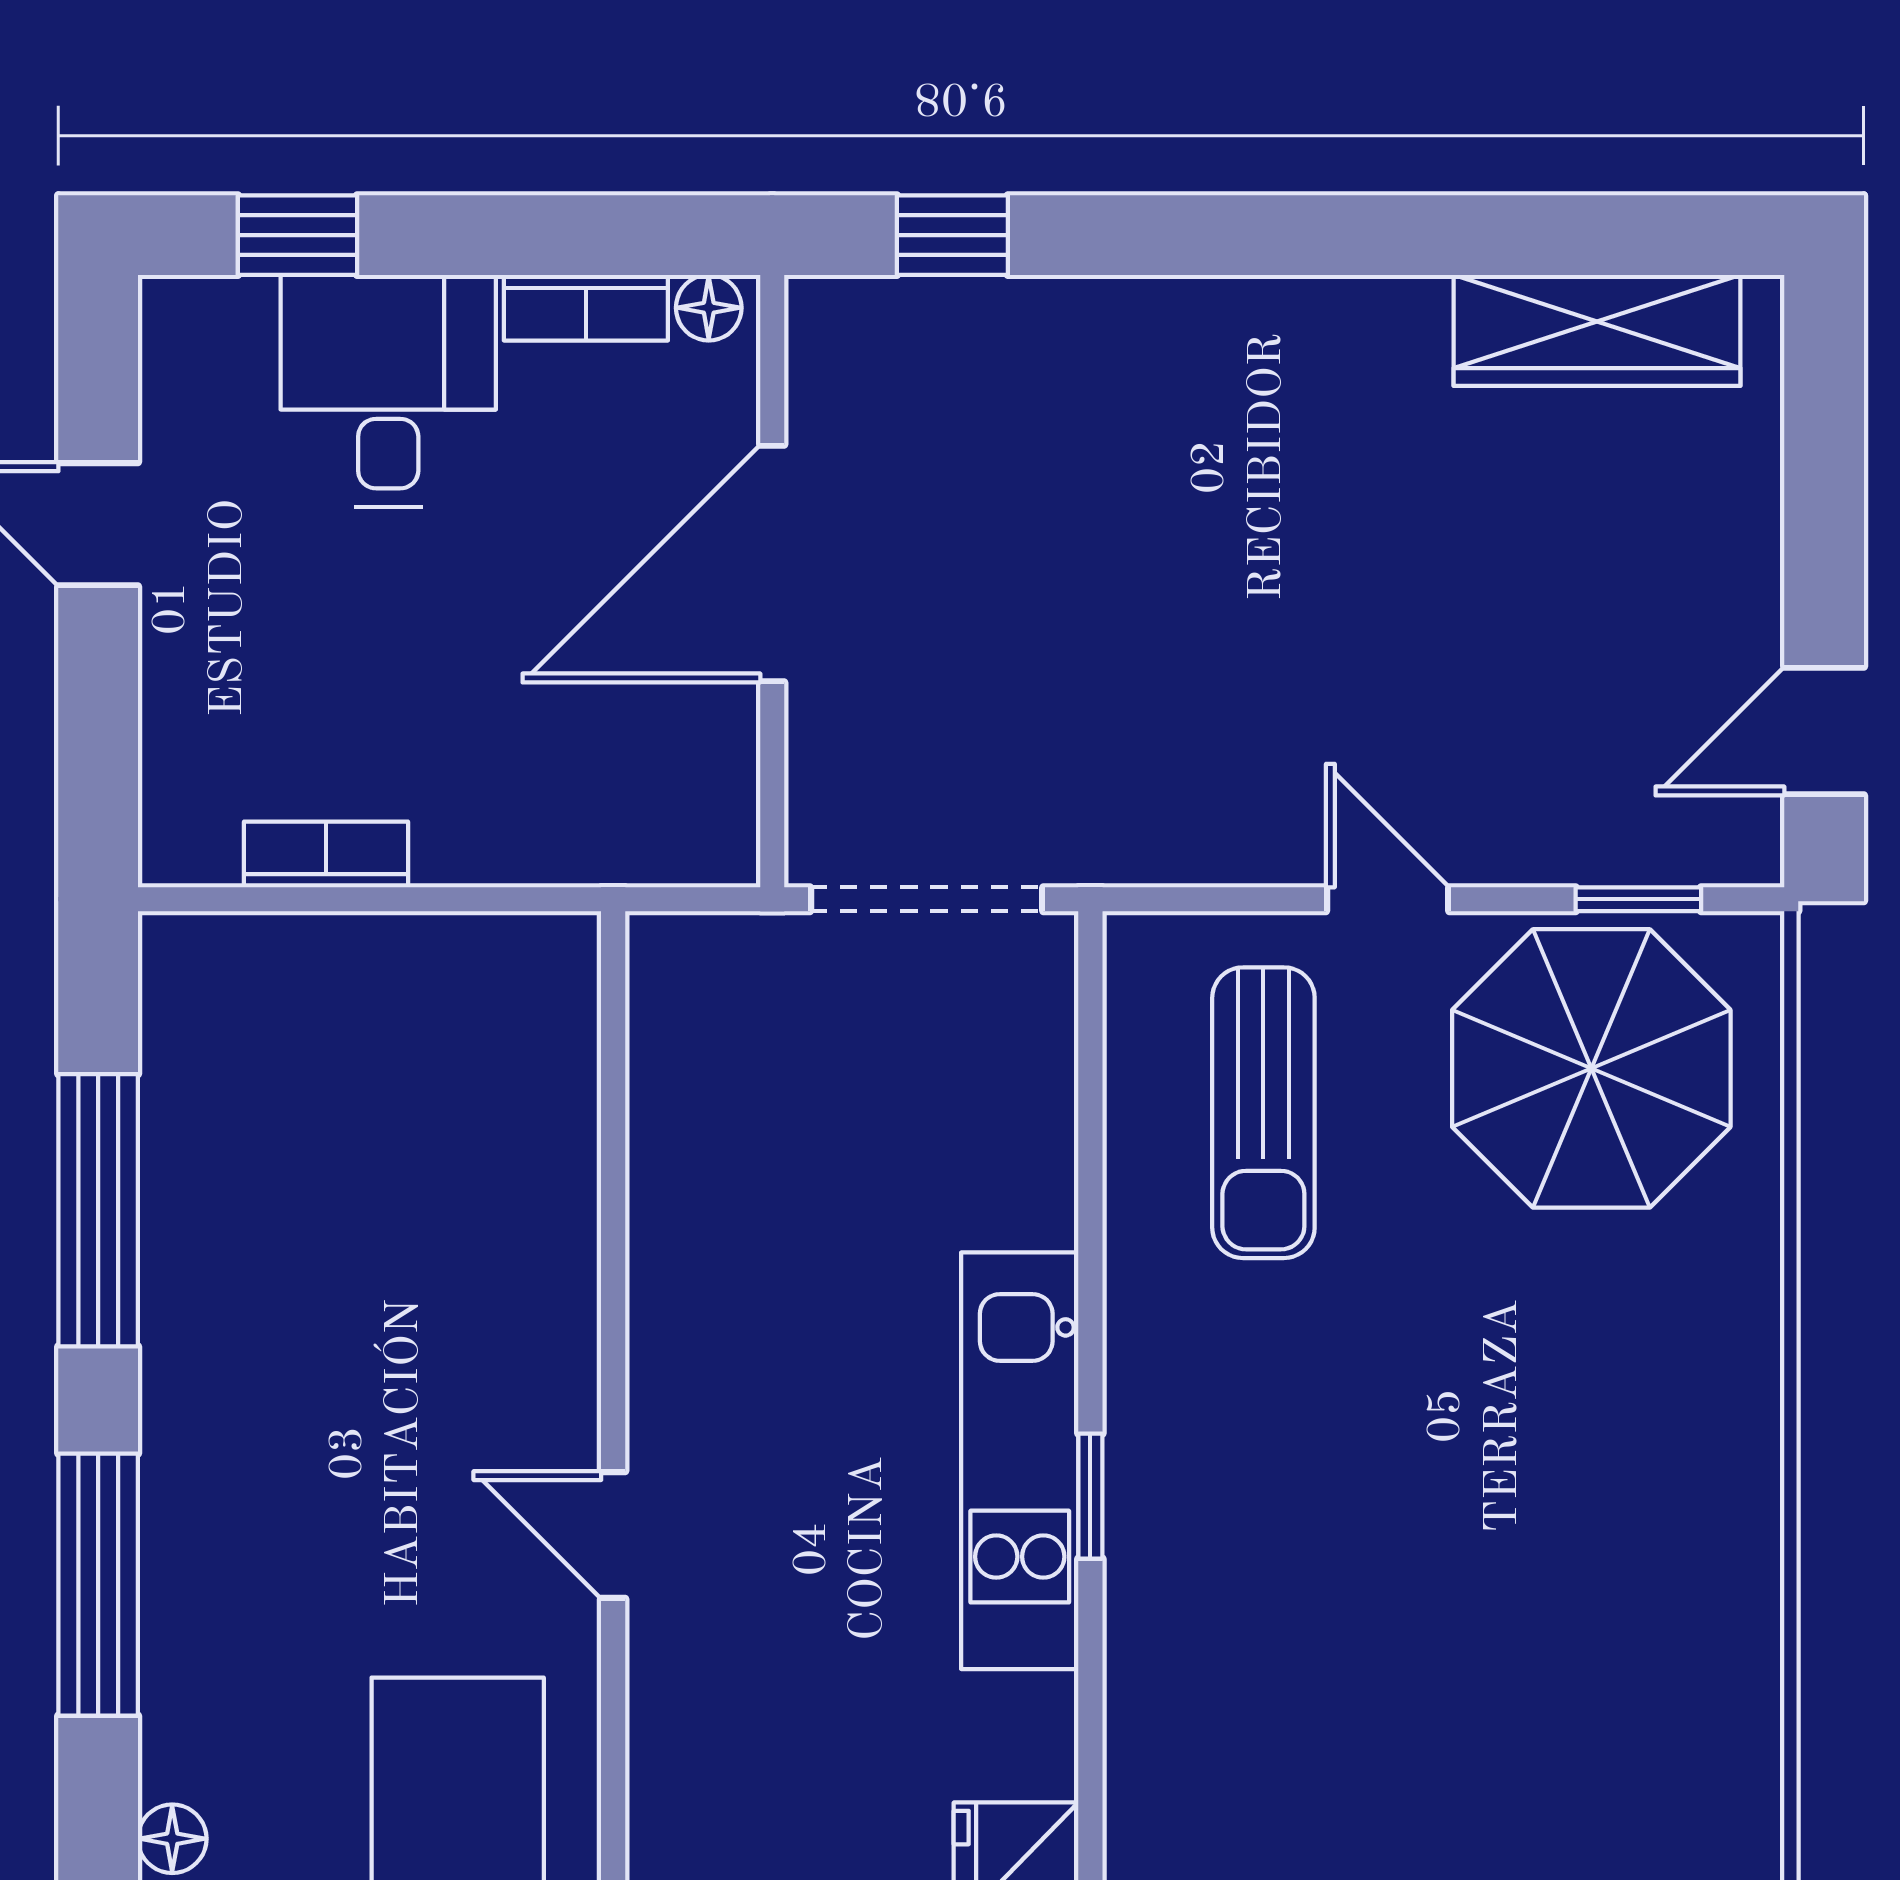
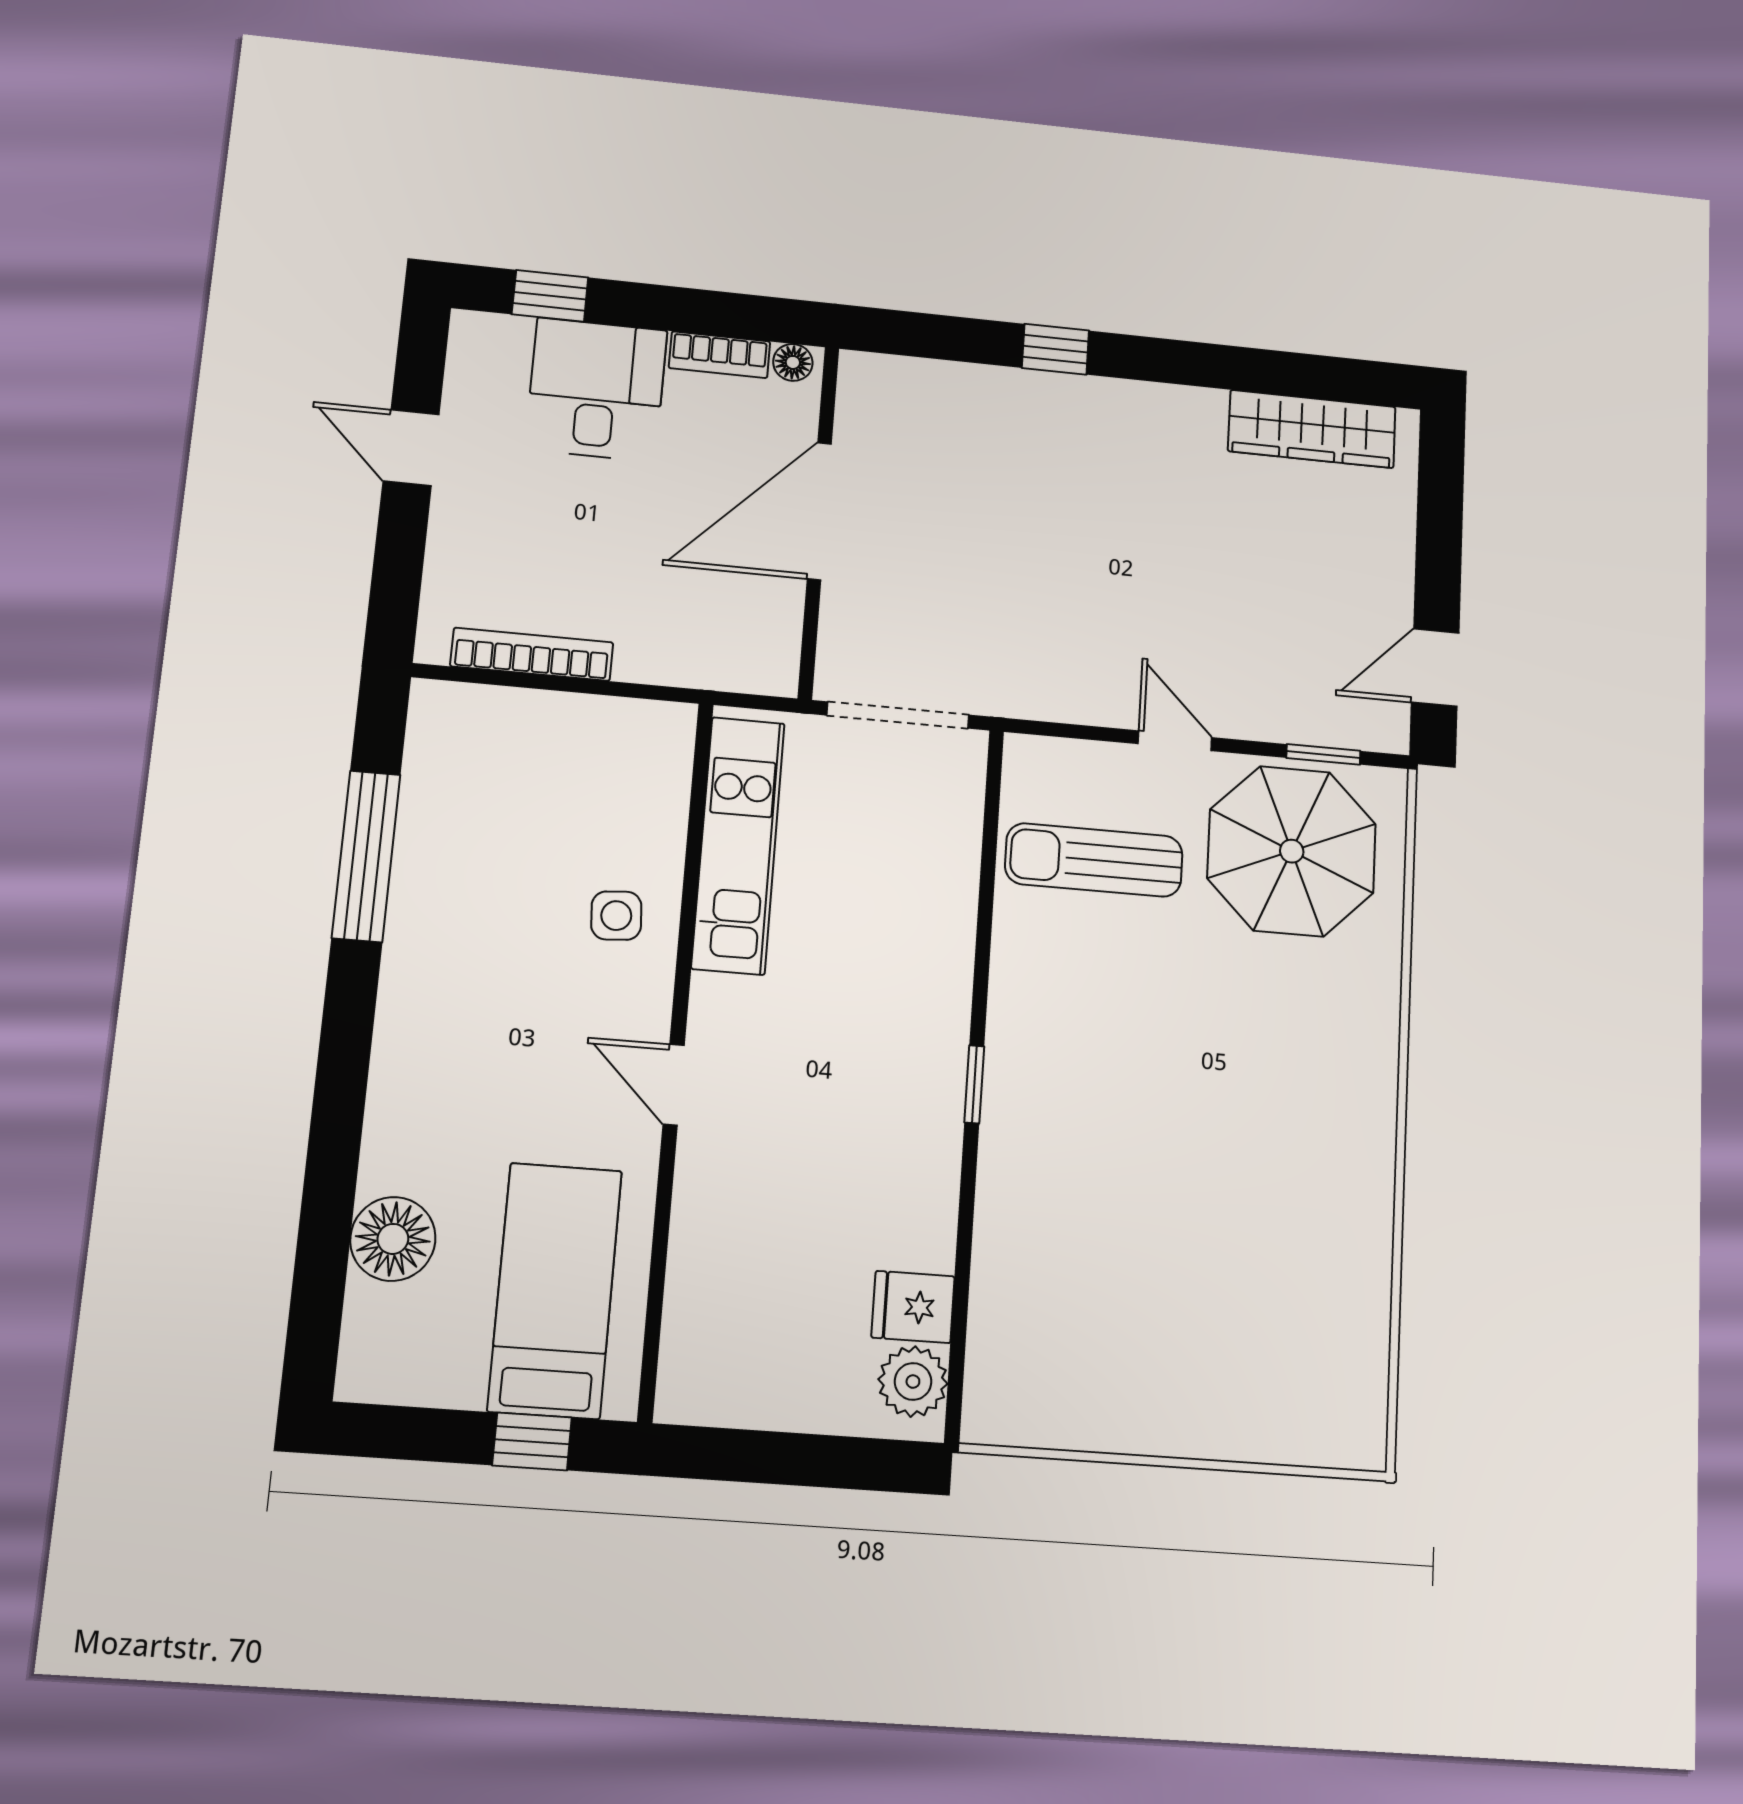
window: (952, 235) -> (1056, 349), moved
bookcase: (326, 854) -> (532, 654), width x1.56
sun lounger: (1263, 1113) -> (1094, 860), turned 90
side table: (500, 1272) -> (616, 916), added
kitchen unit: (1020, 1461) -> (738, 845), moved, turned 180
window: (98, 1585) -> (340, 1090), removed
floor lamp: (172, 1839) -> (393, 1239), width x1.89, depth x1.89

